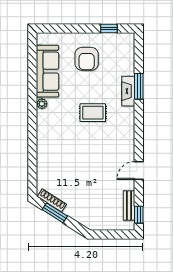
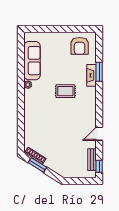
window: (109, 28) -> (77, 29), removed
armchair: (87, 59) -> (80, 46), moved

